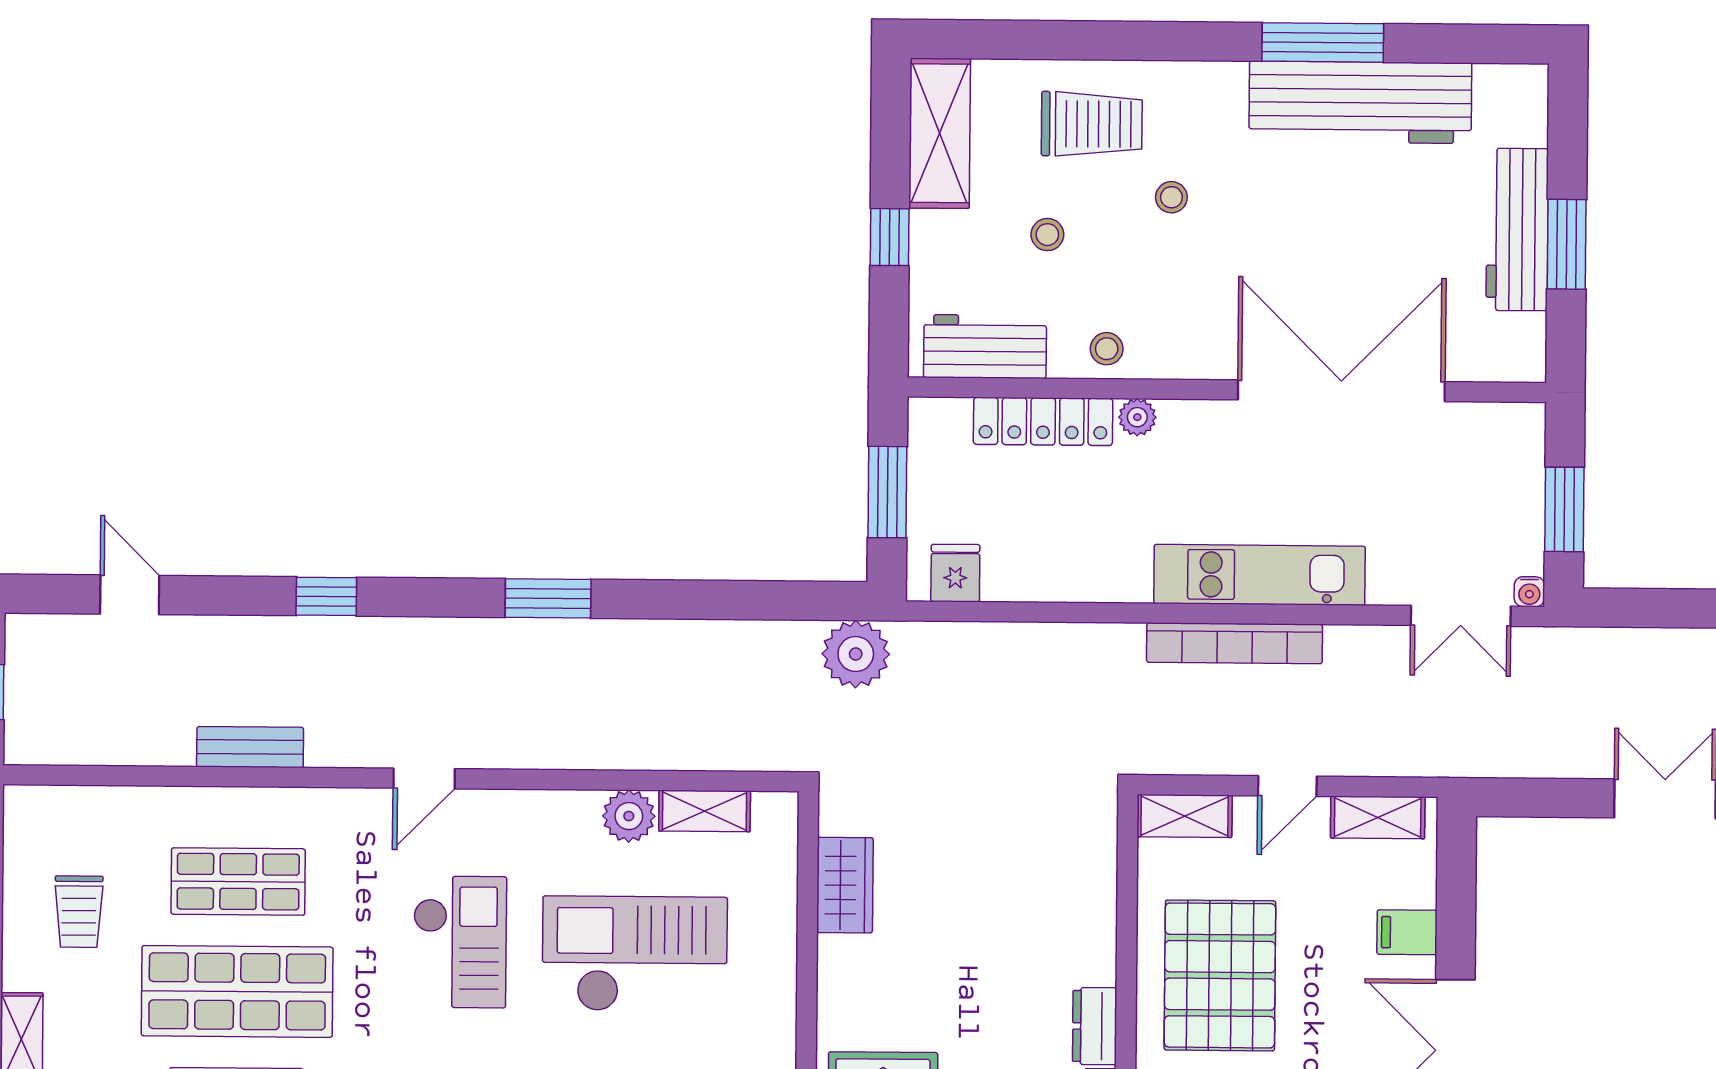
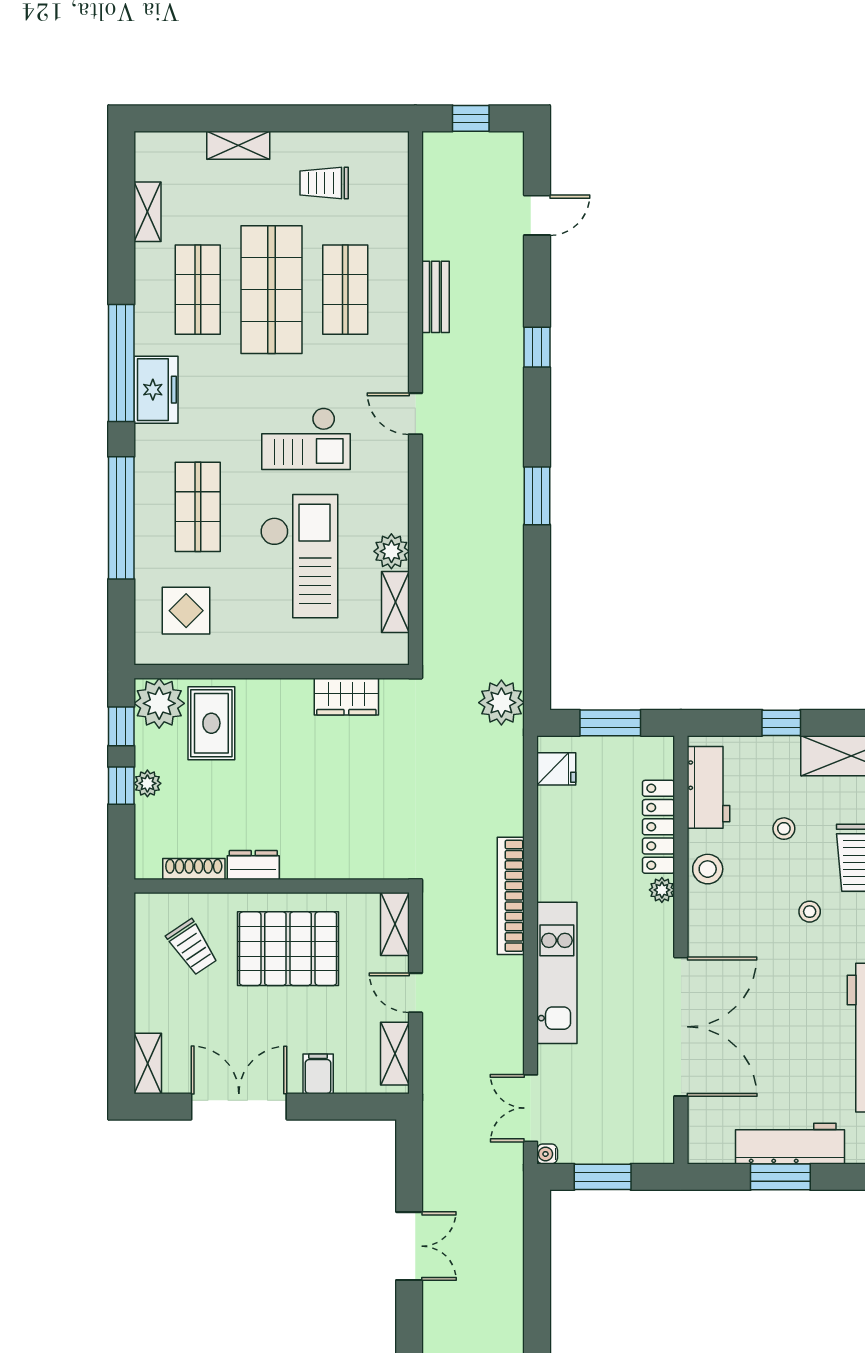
stool: (1107, 349) -> (708, 869), width x1.37, depth x1.37
bookcase: (1234, 643) -> (511, 896), moved

